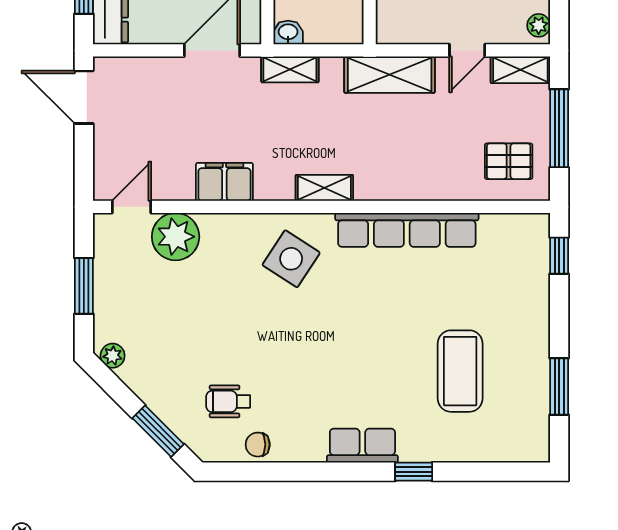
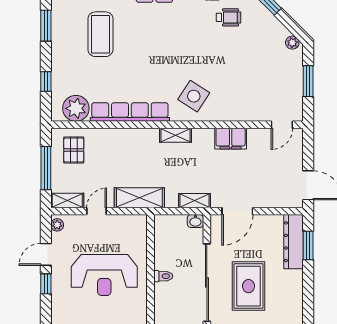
pallet: (509, 161) -> (74, 150), turned 90
plant: (176, 237) -> (76, 108), moved
window: (559, 256) -> (46, 82), moved

